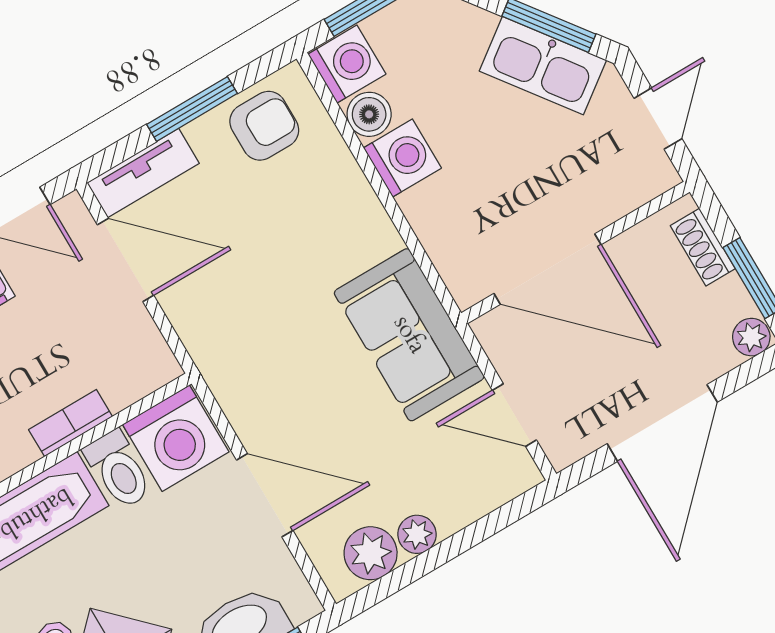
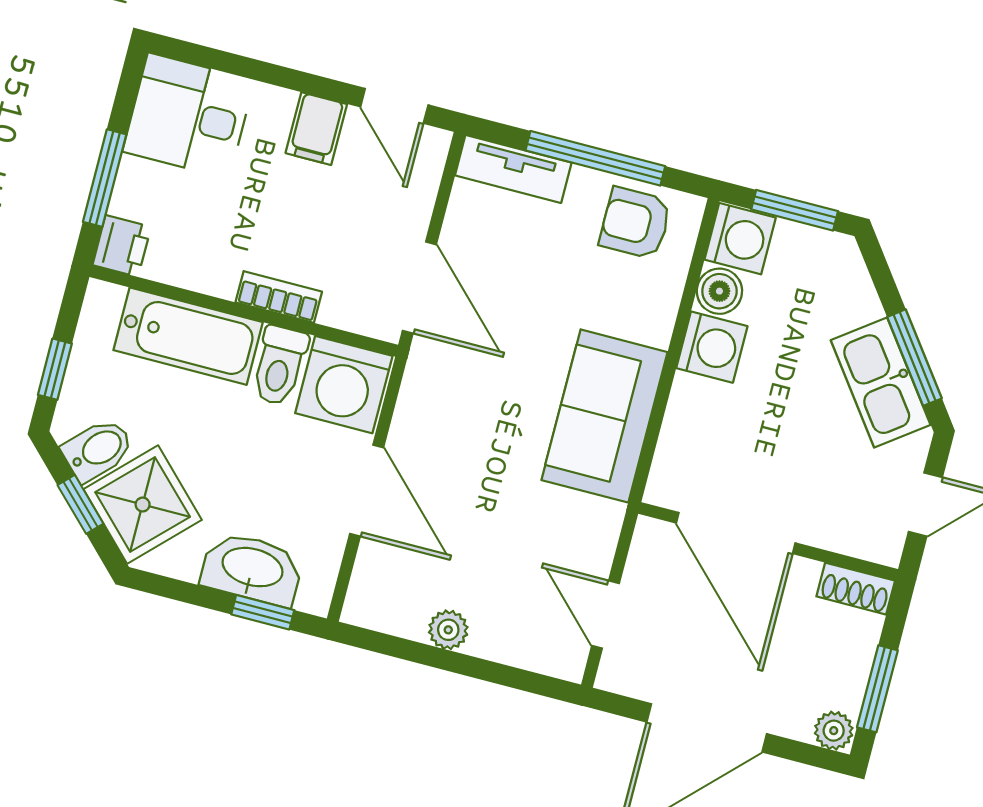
window: (192, 109) -> (595, 158), width x1.44
armchair: (264, 126) -> (635, 223), turned 180
shoe rack: (703, 247) -> (856, 589), moved, turned -90
door: (126, 260) -> (419, 288), moved
sofa: (409, 335) -> (605, 416), moved
plant: (371, 553) -> (401, 610), removed

